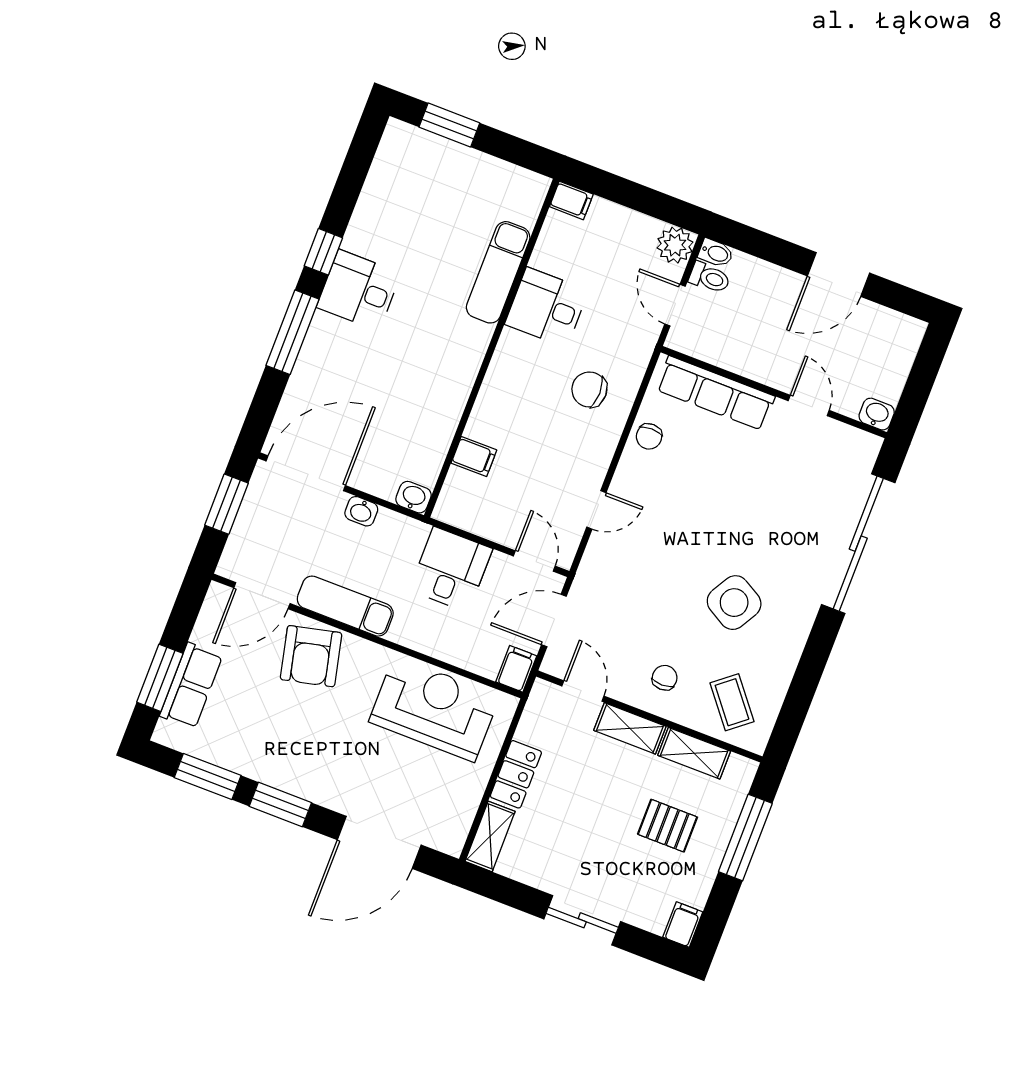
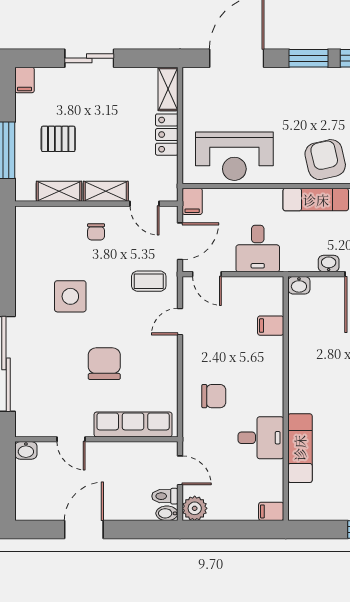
chair: (649, 436) -> (104, 364), moved, width x1.87, depth x1.87
side table: (734, 603) -> (70, 296), turned -30
coffee table: (732, 702) -> (149, 281), moved, turned -51

